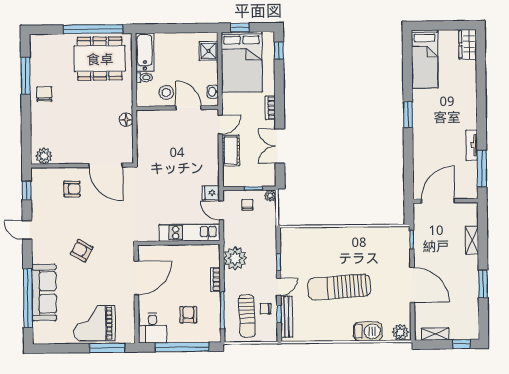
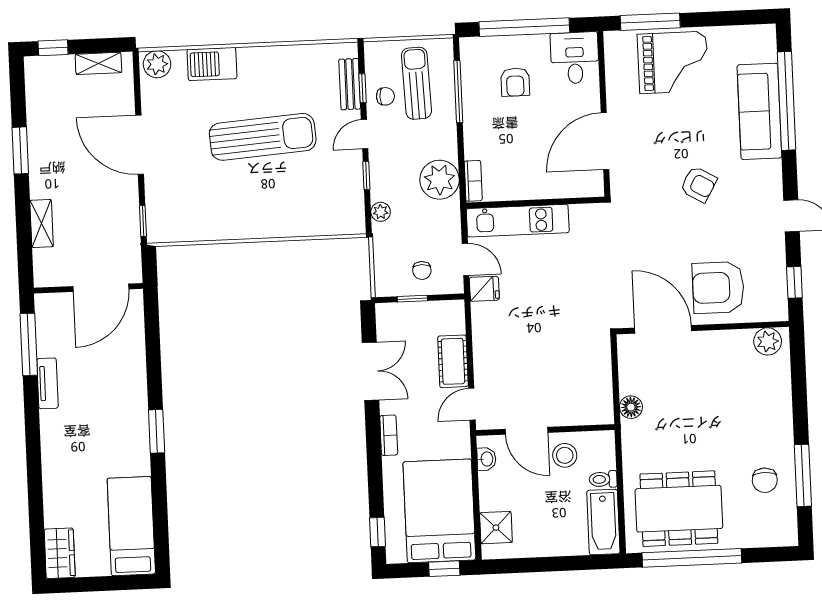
chair: (44, 94) -> (765, 480), moved
armchair: (72, 189) -> (718, 288), width x1.88, depth x1.88
plant: (270, 196) -> (381, 212), moved
bookcase: (215, 280) -> (473, 181), moved
bench: (287, 317) -> (350, 84), width x0.73

